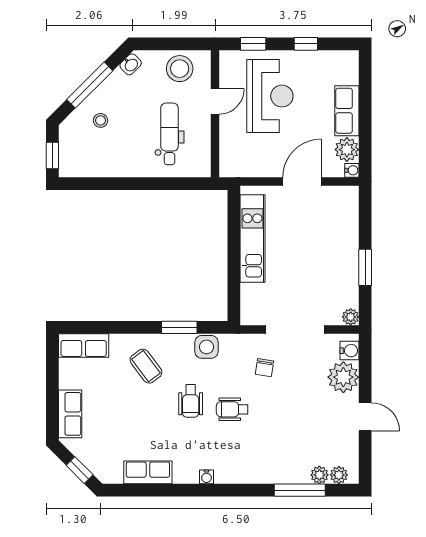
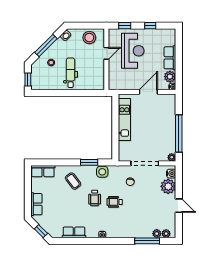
dental chair: (170, 134) -> (71, 73), moved
window: (365, 267) -> (179, 133), width x2.11

